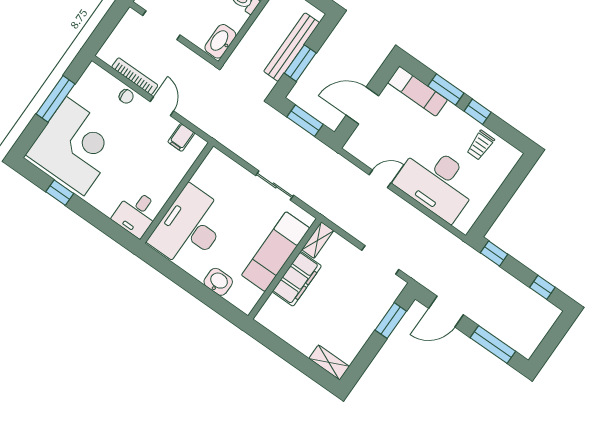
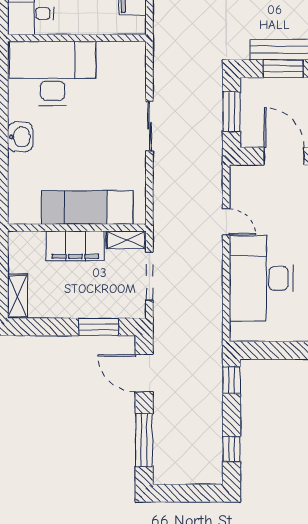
shelving: (318, 240) -> (126, 240), moved
exam couch: (276, 252) -> (87, 207), moved
wall: (285, 269) -> (77, 228), moved
filing cabinet: (297, 279) -> (75, 246), moved

